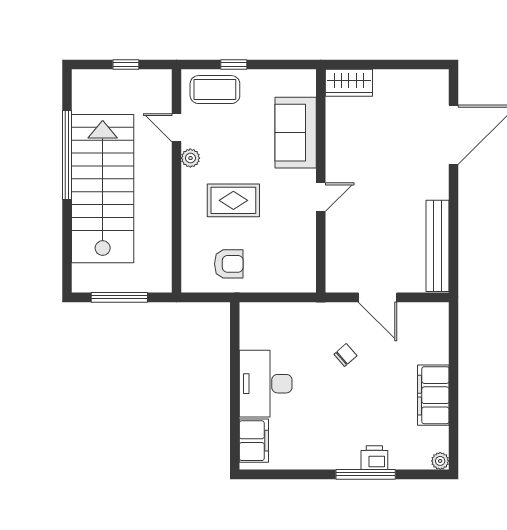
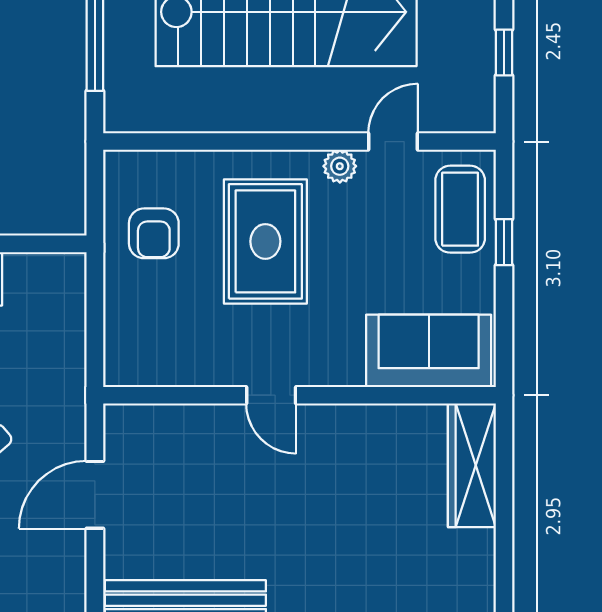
wardrobe: (349, 83) -> (472, 465), width x1.50
sofa: (296, 133) -> (429, 351), moved
rug: (233, 200) -> (265, 241), width x1.36, depth x1.43

